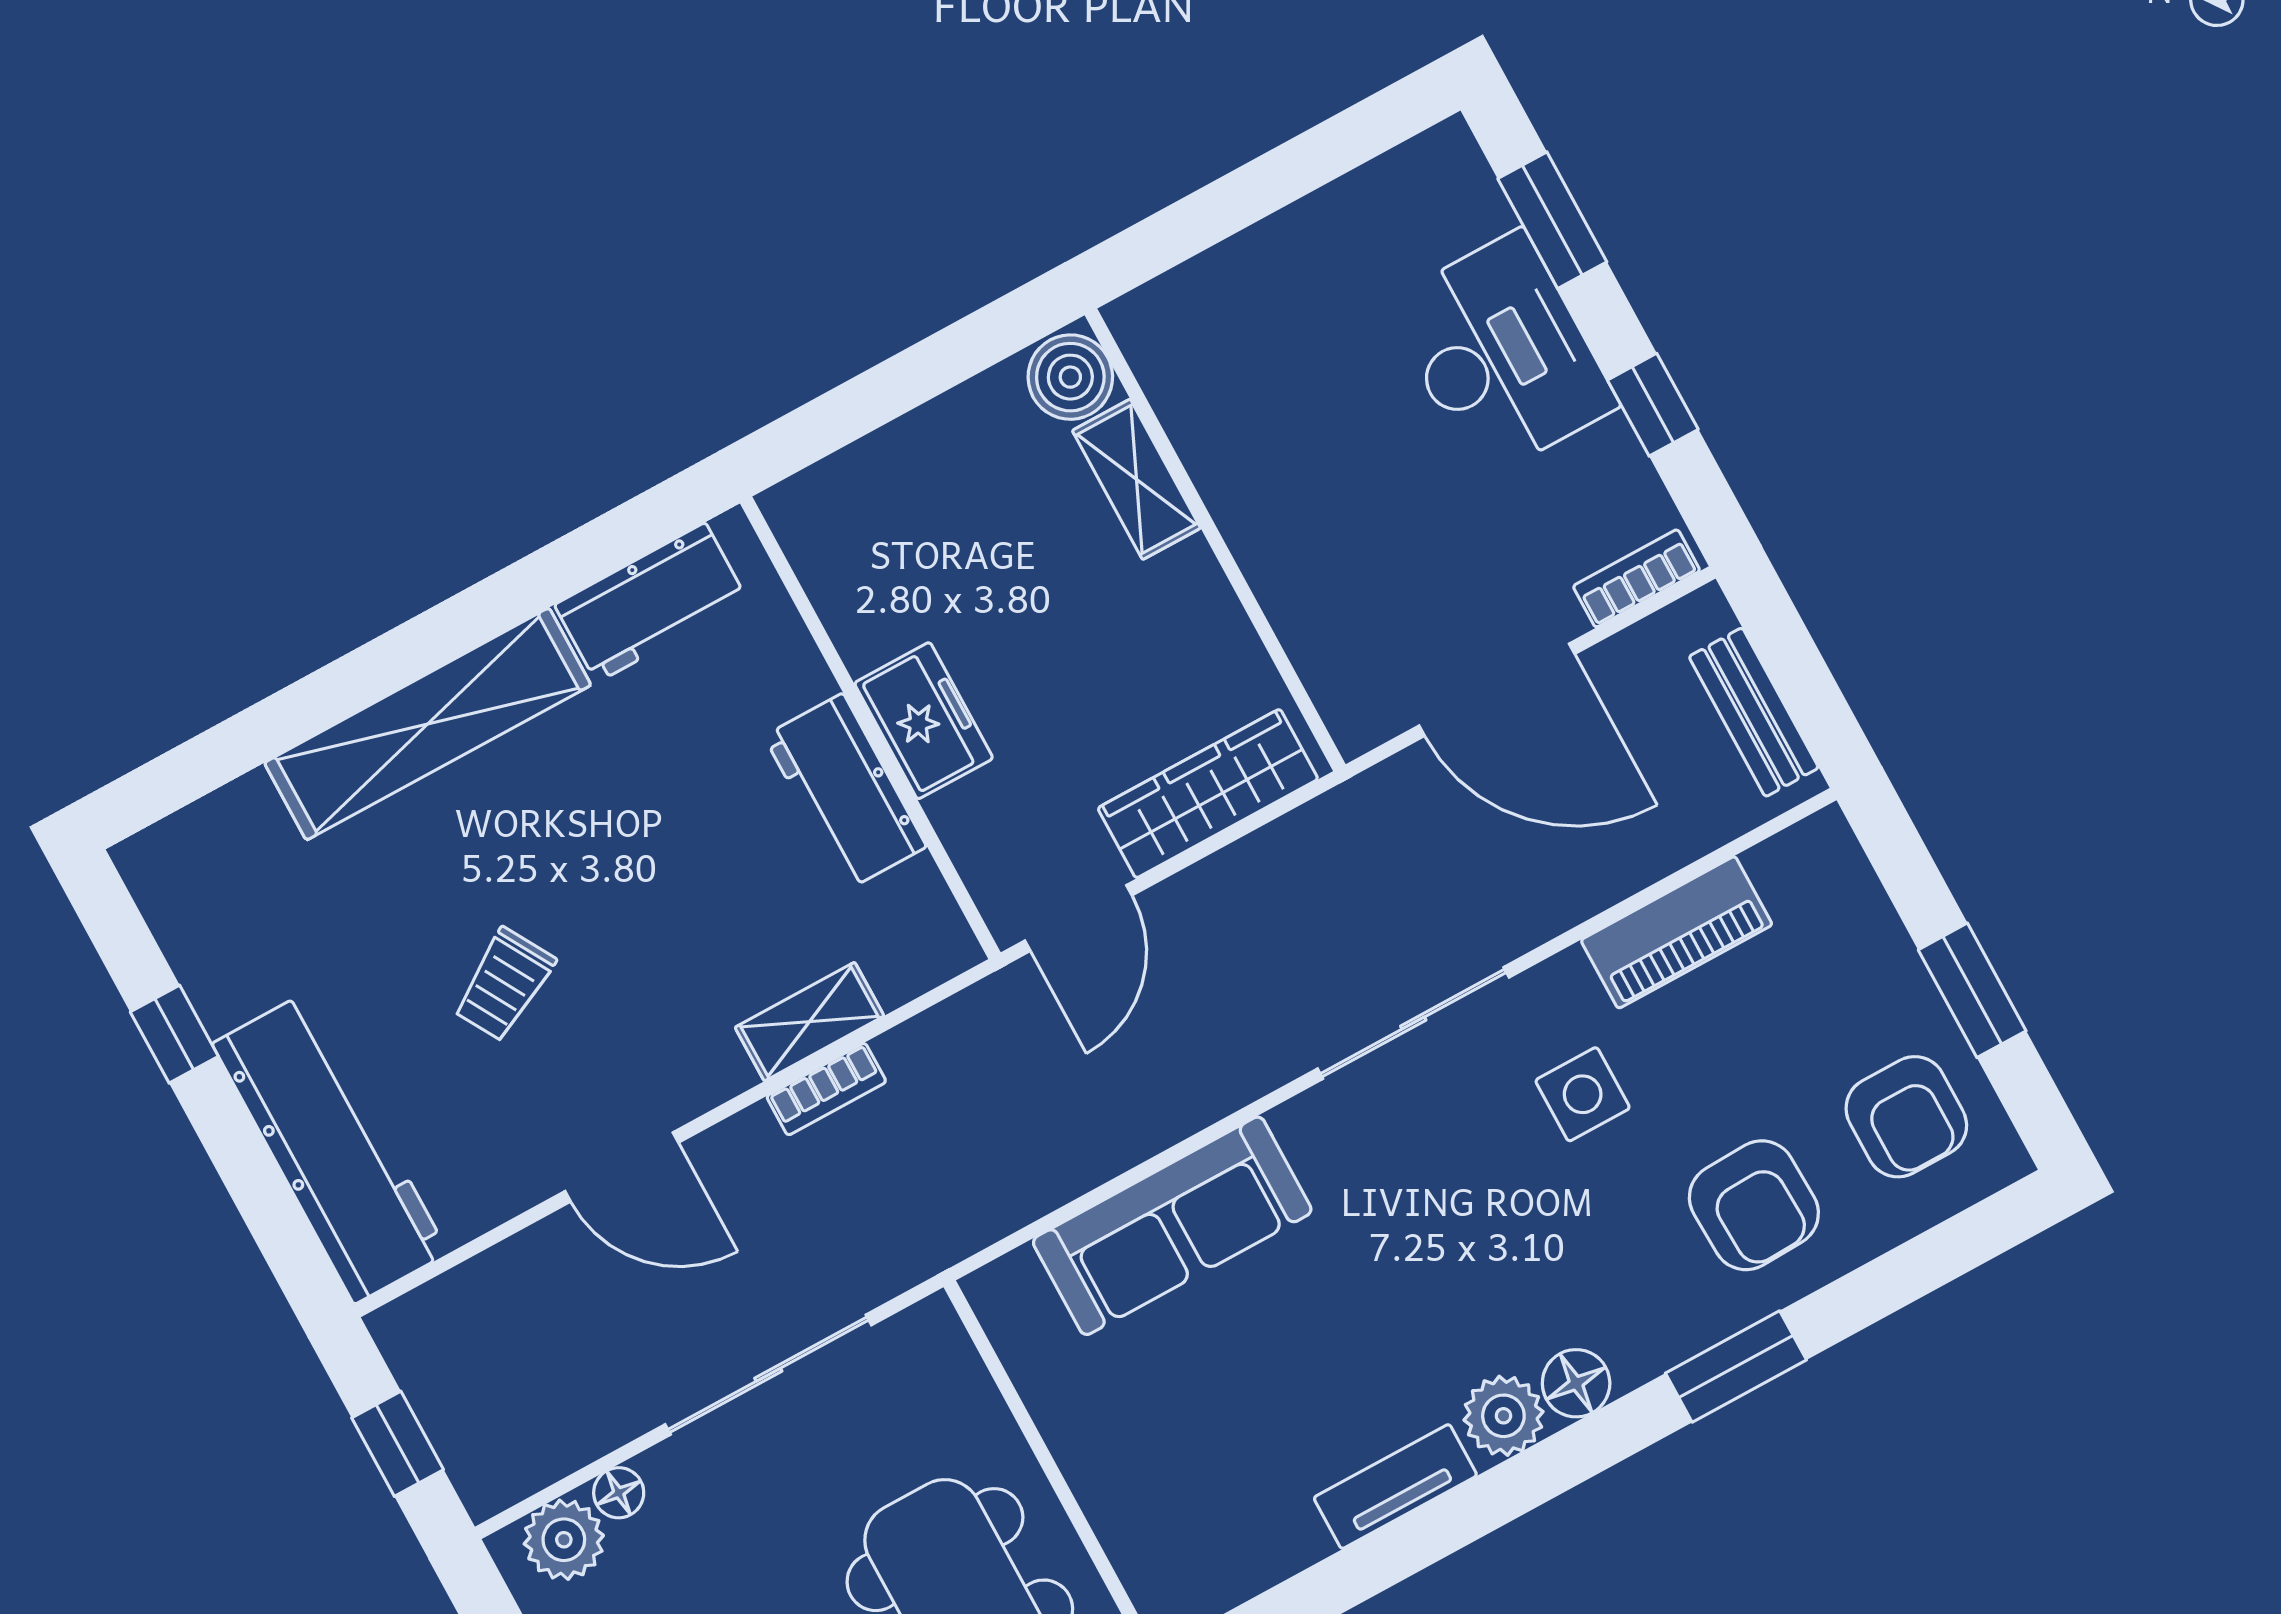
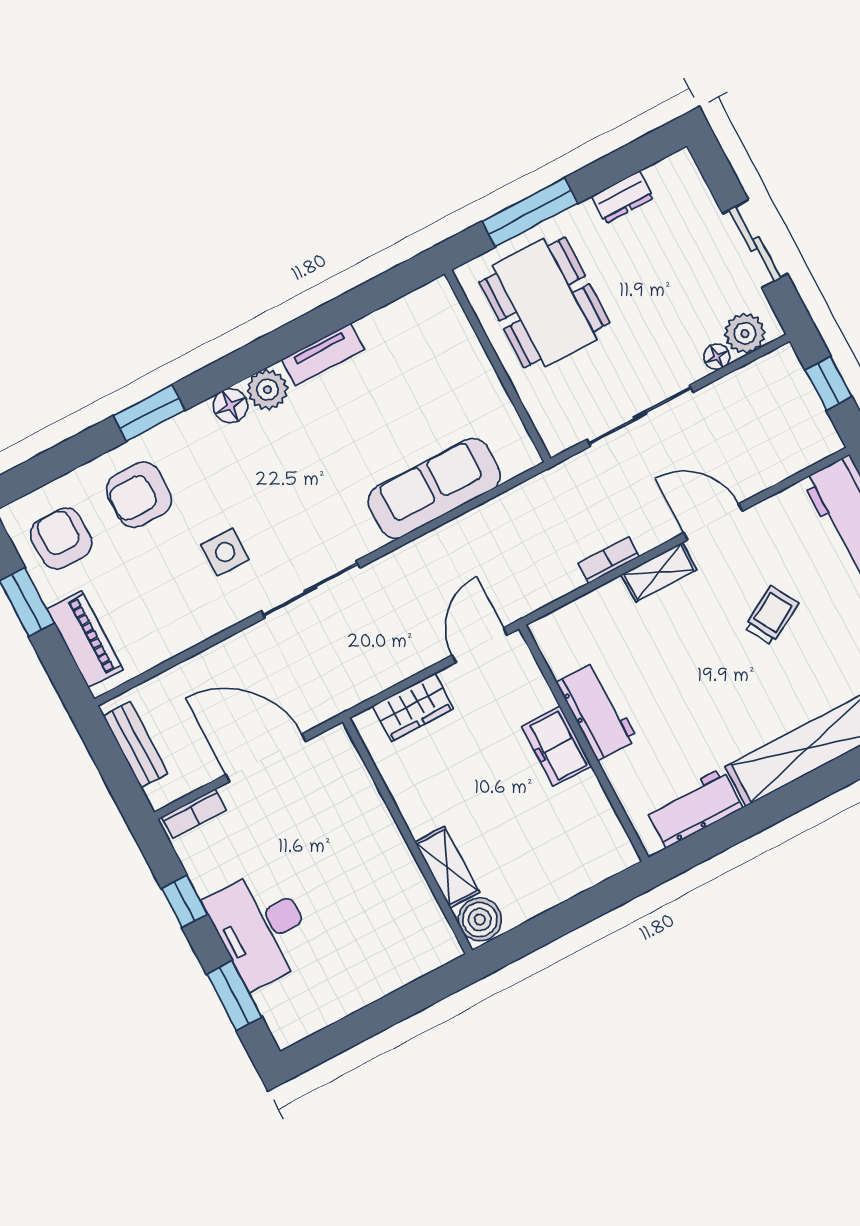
wardrobe: (1208, 794) -> (413, 707), width x0.67
piano: (1677, 932) -> (85, 639), moved, turned 90
shelving: (810, 1022) -> (659, 572), moved
armchair: (1754, 1205) -> (139, 495), turned -88

